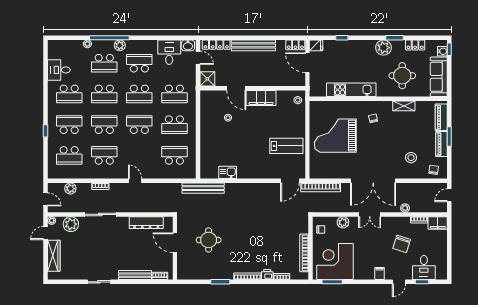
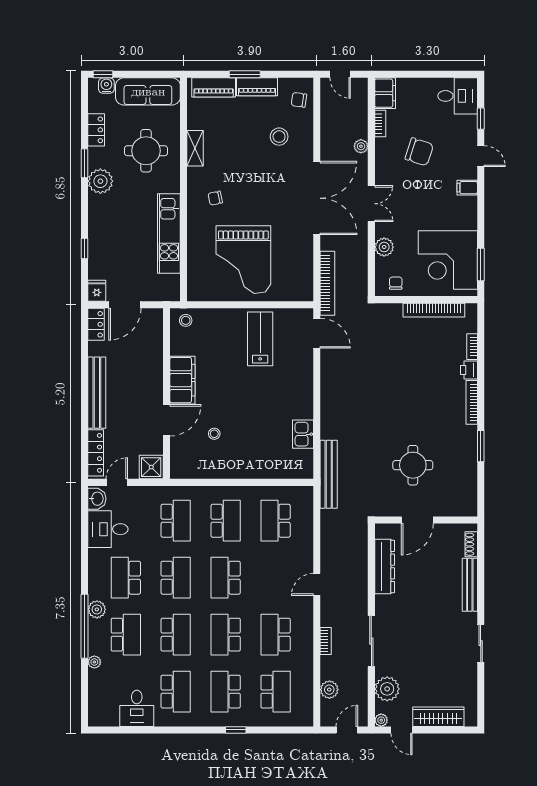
desk: (424, 268) -> (458, 96), moved

